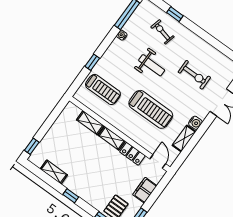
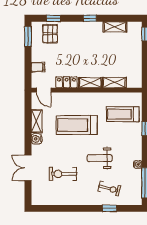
filing cabinet: (145, 190) -> (38, 67), width x0.50

